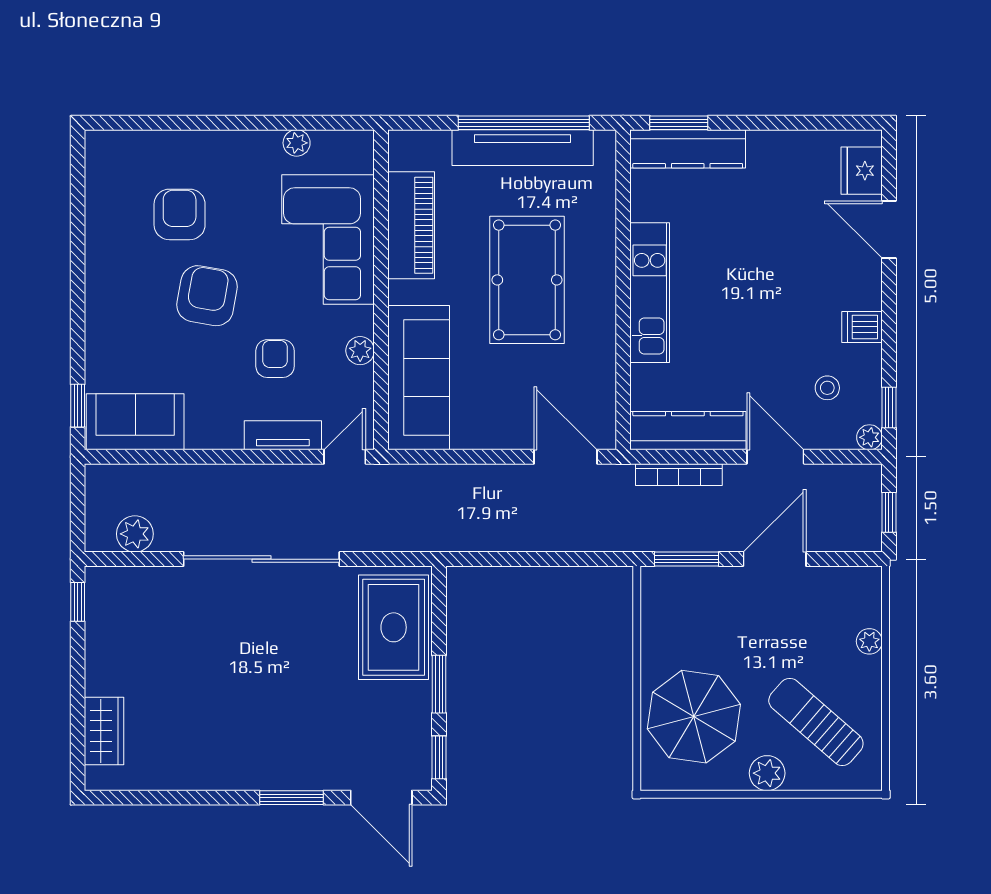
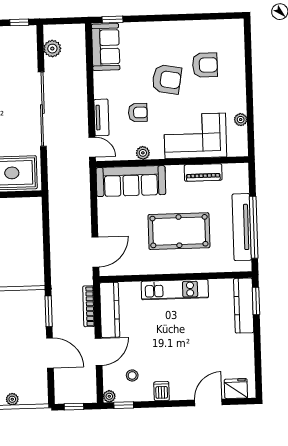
piano: (411, 225) -> (203, 173), width x0.73, depth x0.75

